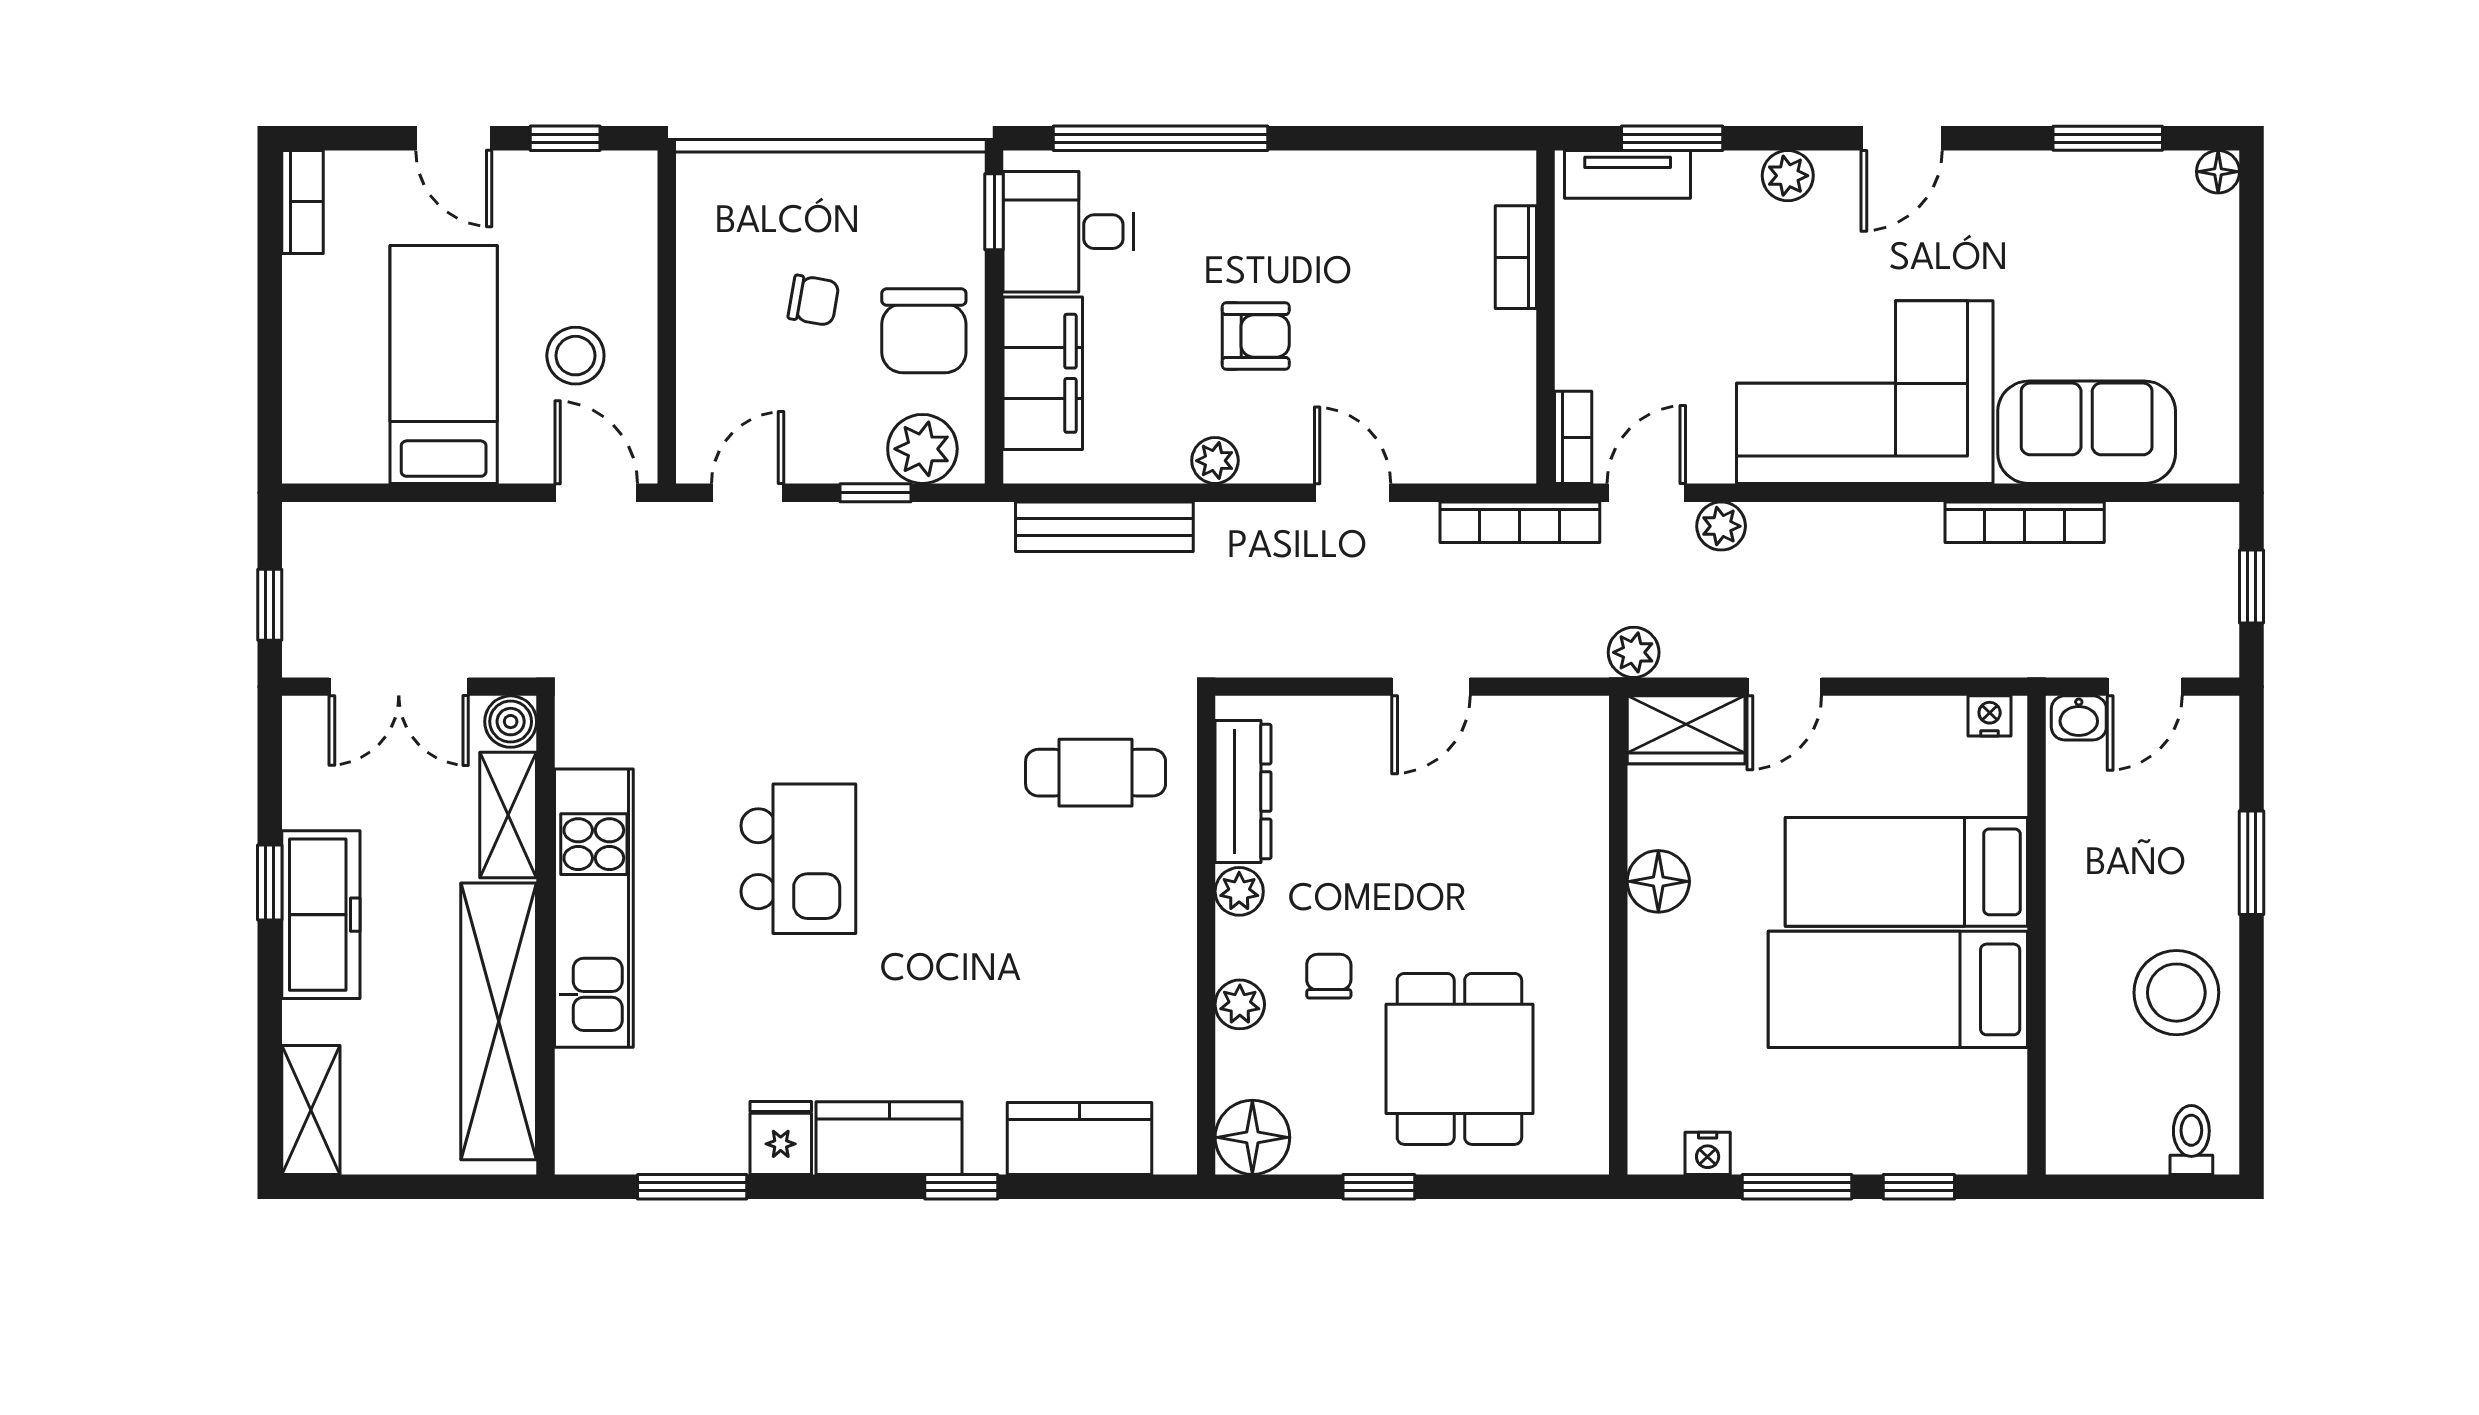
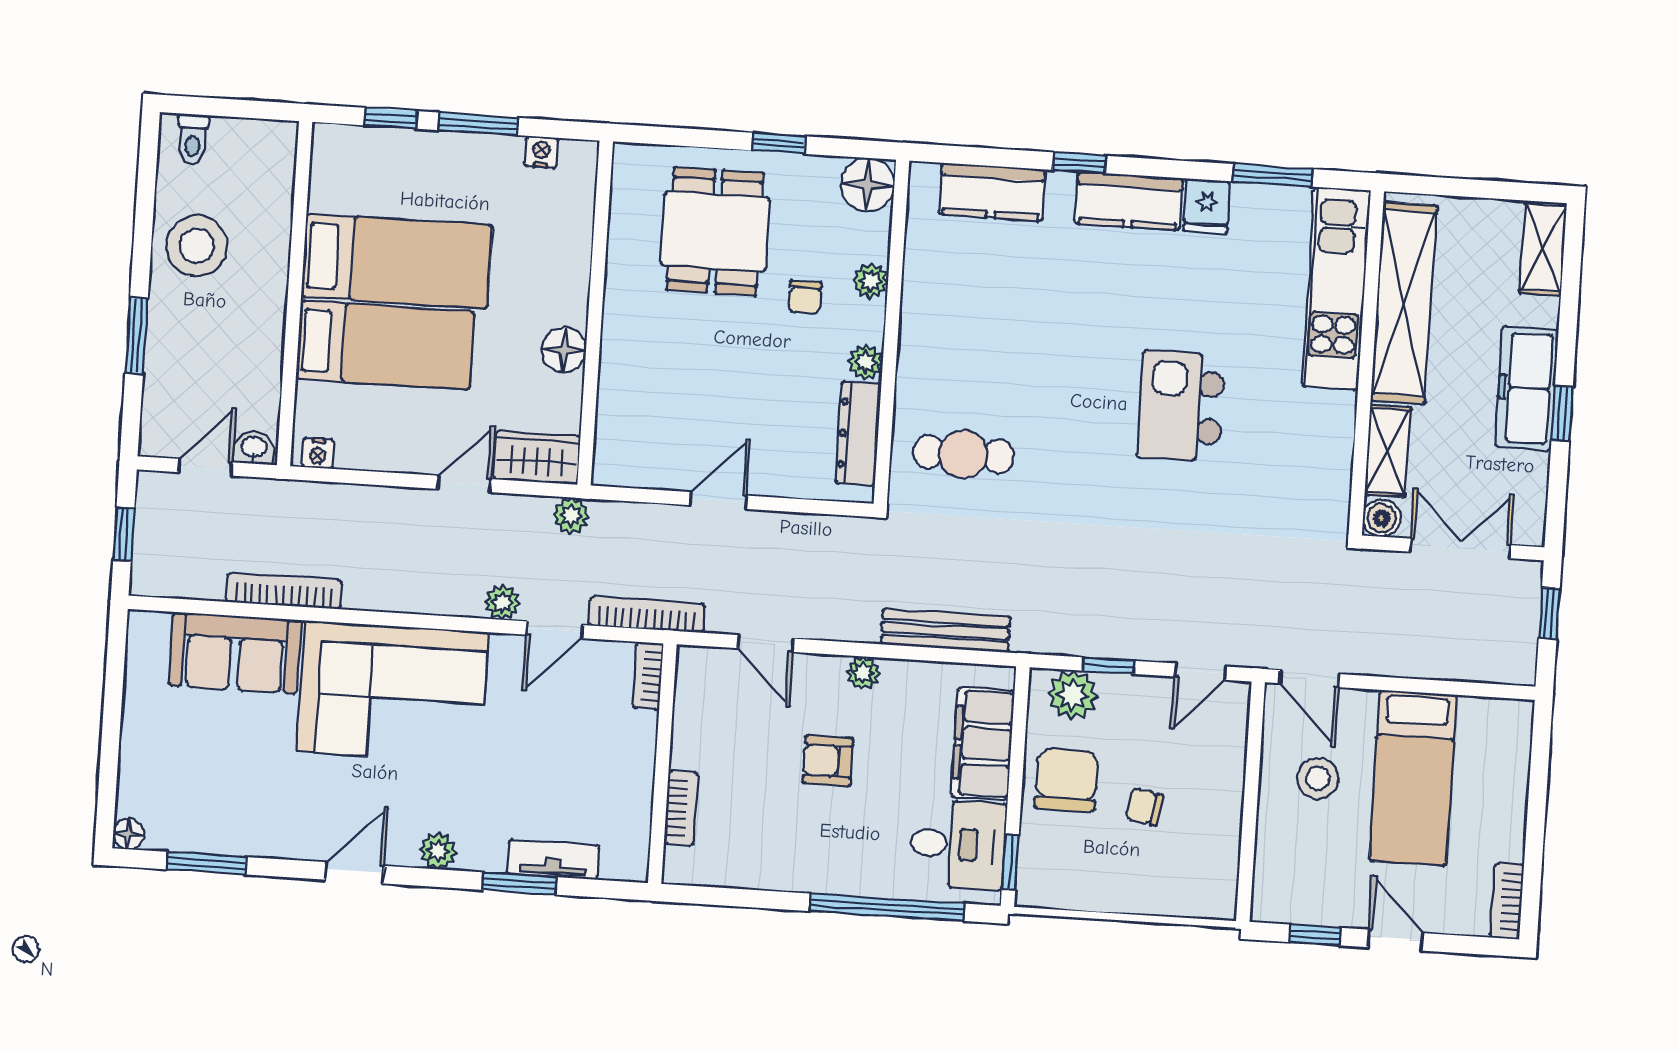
bookcase: (1516, 257) -> (681, 808), moved
wall: (1546, 317) -> (662, 764), moved
bookcase: (1573, 437) -> (648, 676), moved
kitchen unit: (594, 908) -> (1336, 289), moved

